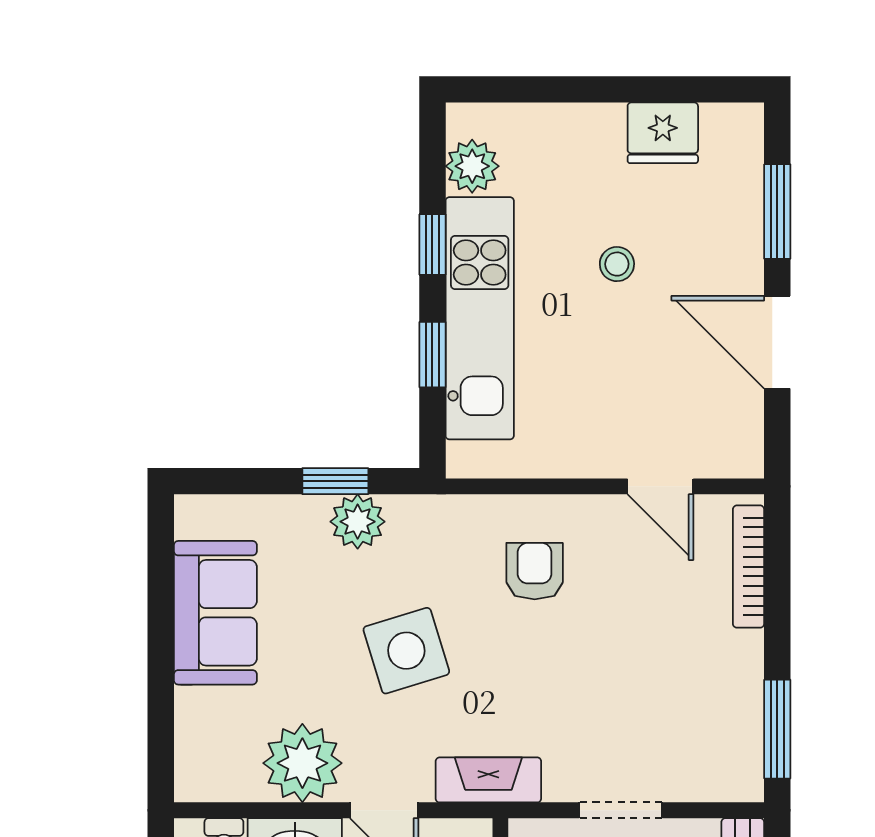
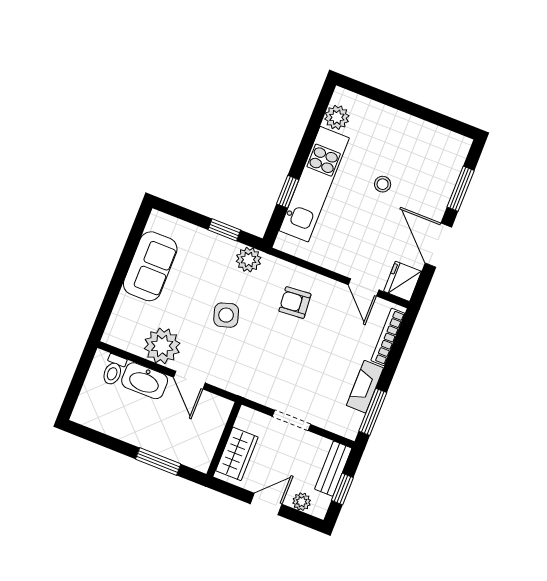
fridge: (663, 133) -> (403, 281), moved, turned 90
window: (432, 245) -> (306, 144), removed
plant: (358, 522) -> (249, 260), moved
armchair: (535, 571) -> (295, 303), turned -95
side table: (406, 651) -> (226, 315), width x0.73, depth x0.73
fireplace: (488, 780) -> (365, 387), moved, turned -90

